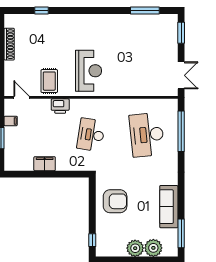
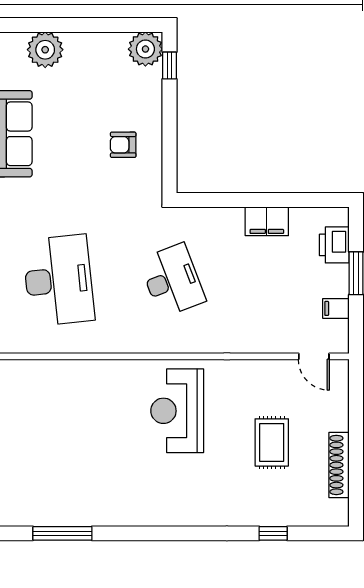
rug: (49, 81) -> (272, 442), moved
printer: (60, 106) -> (334, 245), moved, turned -90
desk: (91, 135) -> (172, 280), turned -30
armchair: (115, 201) -> (123, 145), width x0.53, depth x0.53
plant: (135, 248) -> (145, 49), moved

